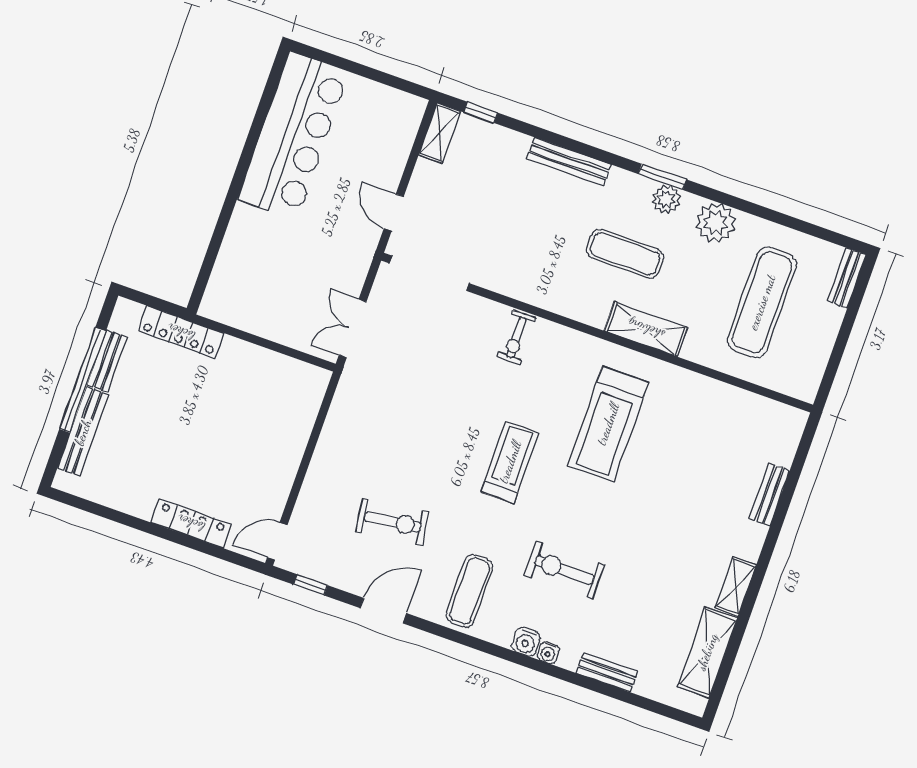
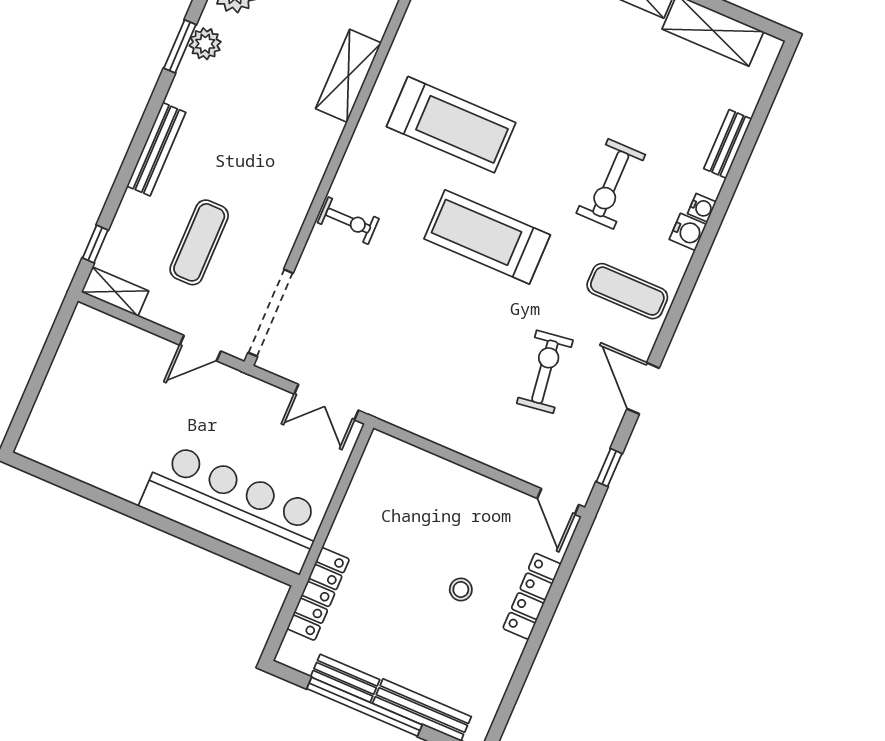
bar counter: (293, 136) -> (233, 508), moved
exercise mat: (625, 254) -> (199, 242), moved
stool: (193, 459) -> (461, 589), added
treadmill: (510, 462) -> (487, 237), width x1.37, depth x1.38

